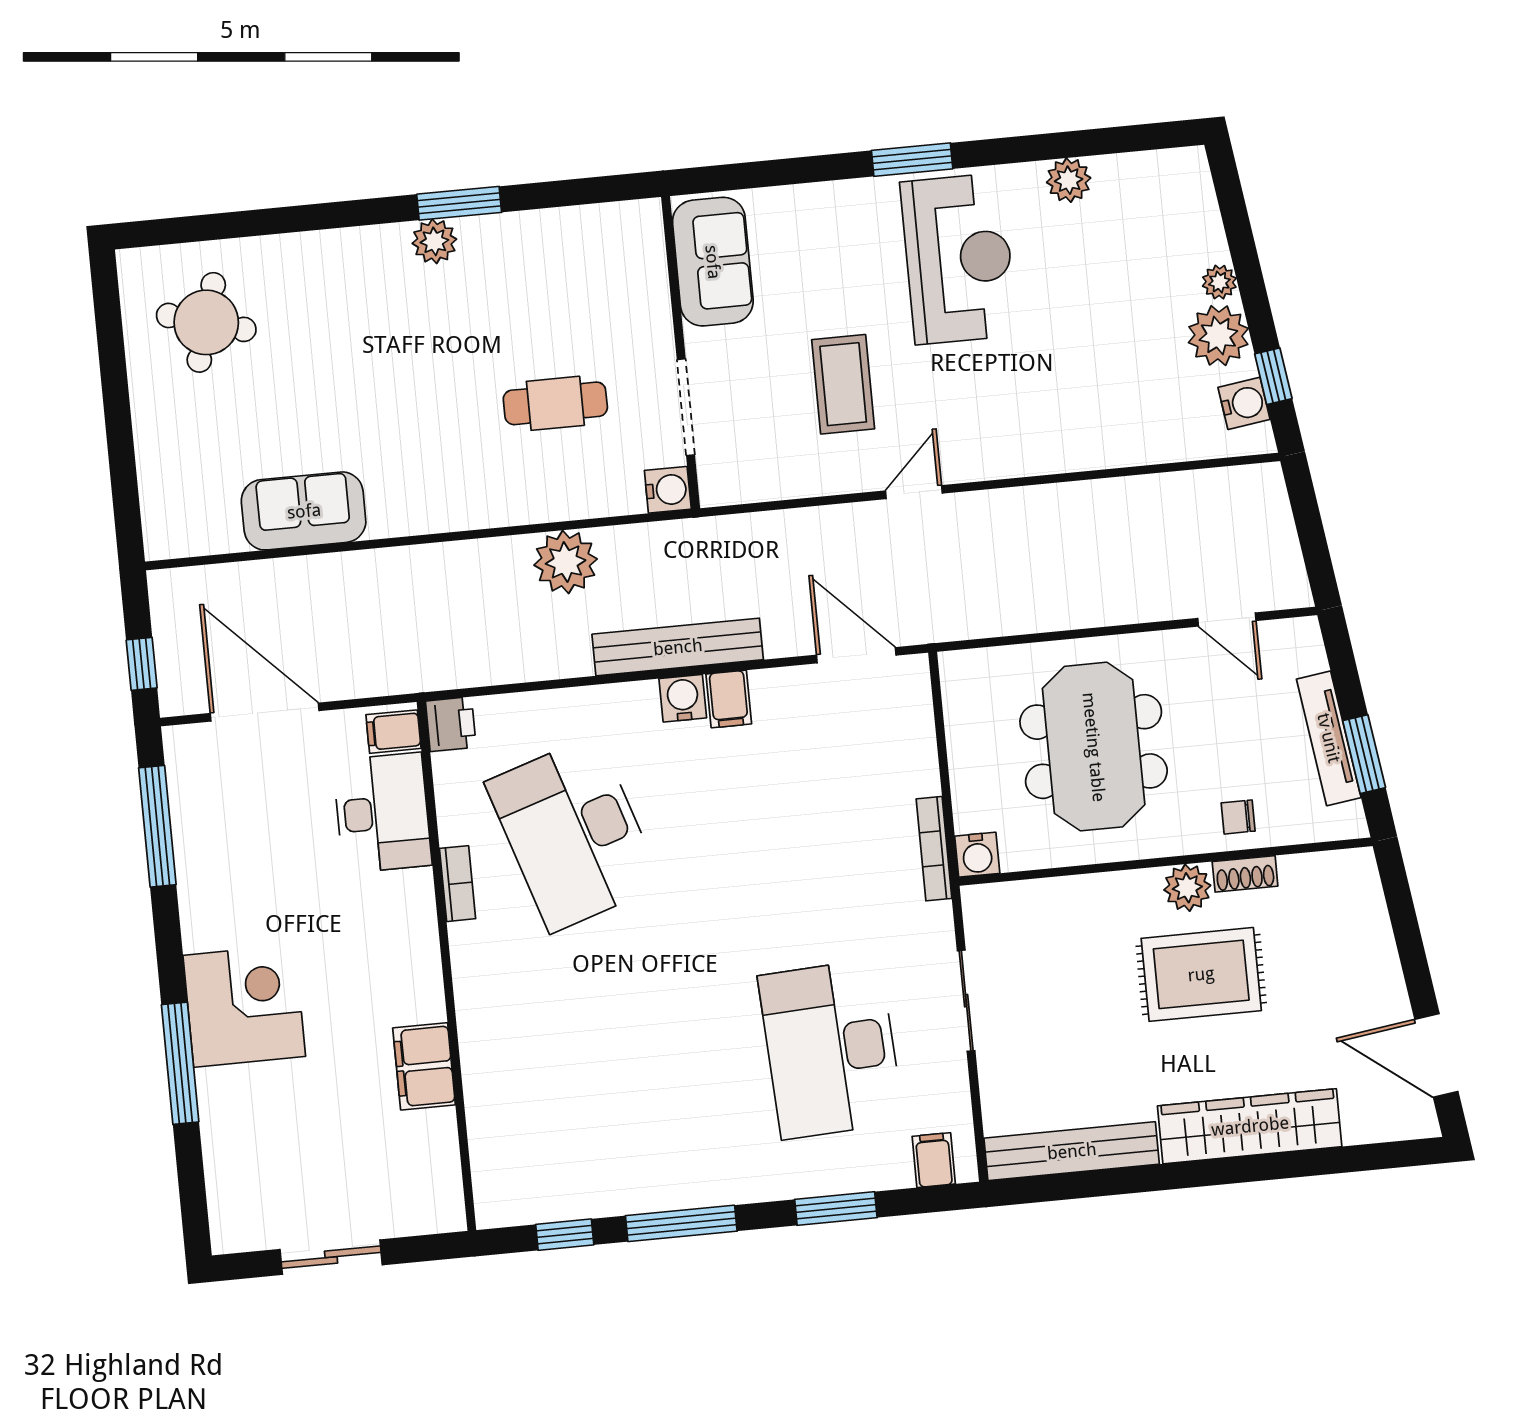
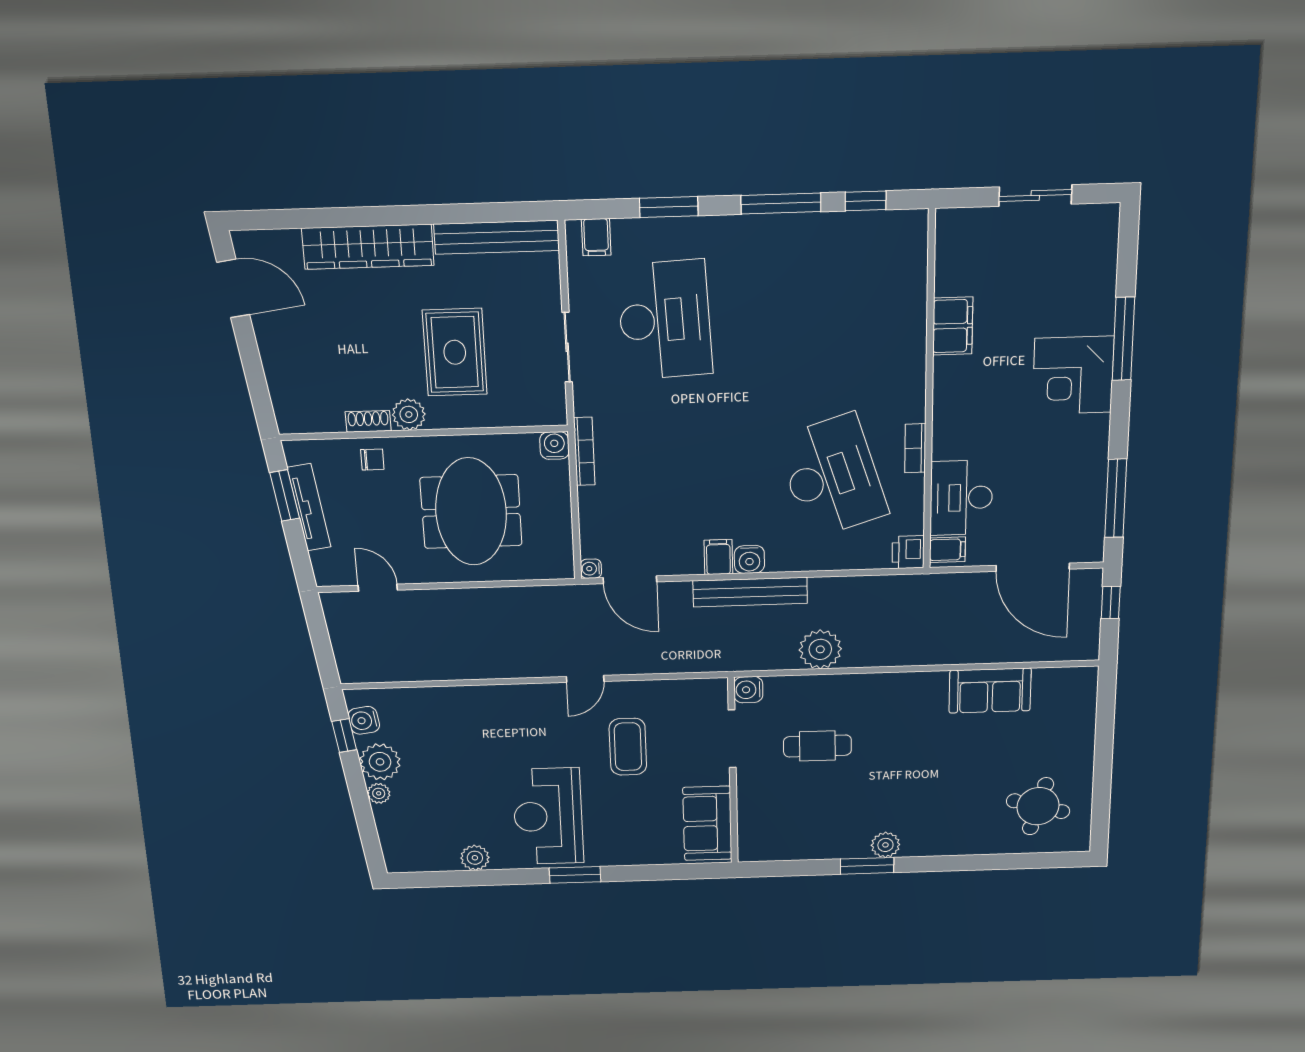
water cooler: (915, 669) -> (591, 569), added
rug: (1201, 974) -> (455, 352), moved, turned 90

